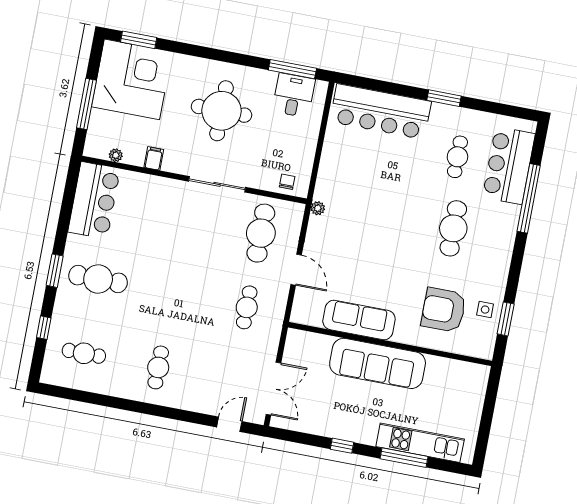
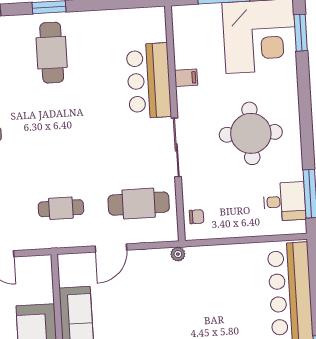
plant: (116, 155) -> (180, 39), removed
bar counter: (94, 200) -> (149, 81), moved, turned 90

